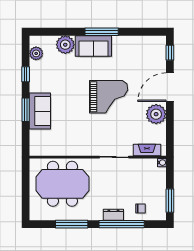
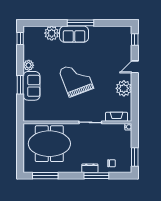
plant: (36, 53) -> (29, 65), moved
window: (26, 74) -> (20, 38), moved
door: (170, 87) -> (135, 67), width x0.53
grand piano: (109, 97) -> (76, 79), moved, turned -111
window: (72, 224) -> (45, 176), moved
window: (122, 224) -> (96, 176), width x0.68

